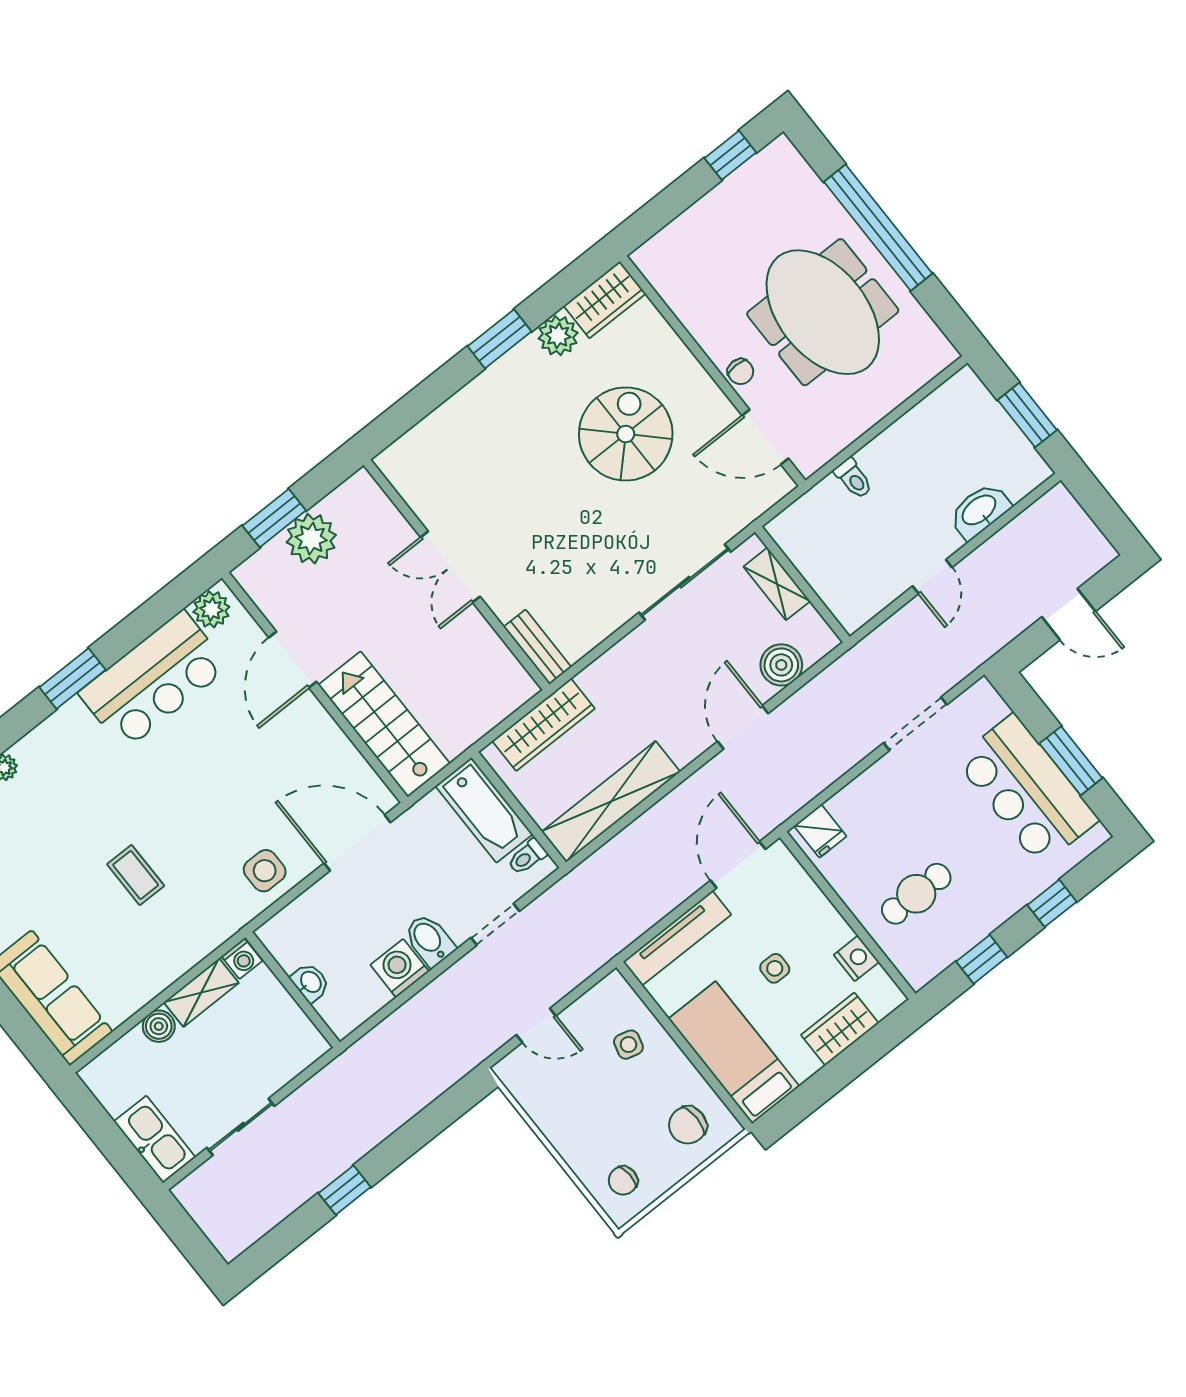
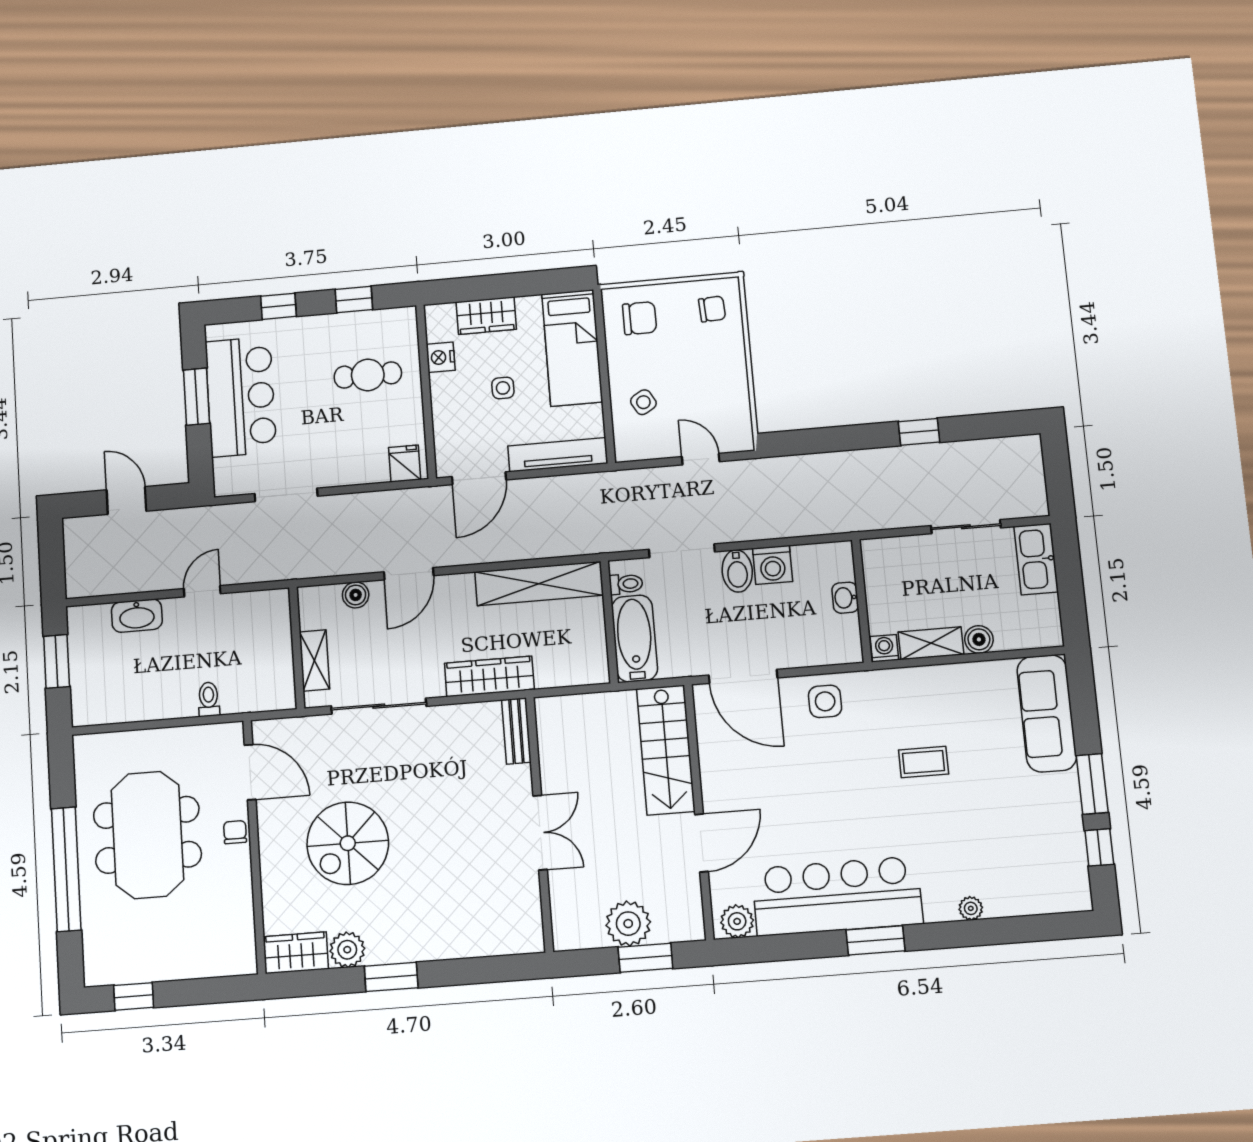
boiler: (781, 665) -> (356, 595), width x0.73, depth x0.73
bar counter: (154, 680) -> (837, 896), width x1.36
wardrobe: (544, 725) -> (489, 676), moved
coffee table: (136, 875) -> (924, 762), turned 90
doorway: (495, 924) -> (682, 551), width x1.38
side table: (628, 1045) -> (643, 402), turned 45

